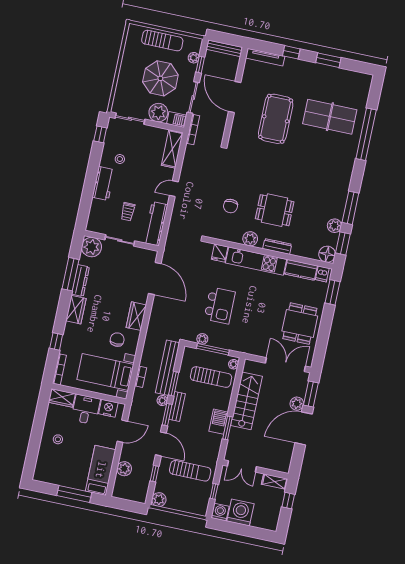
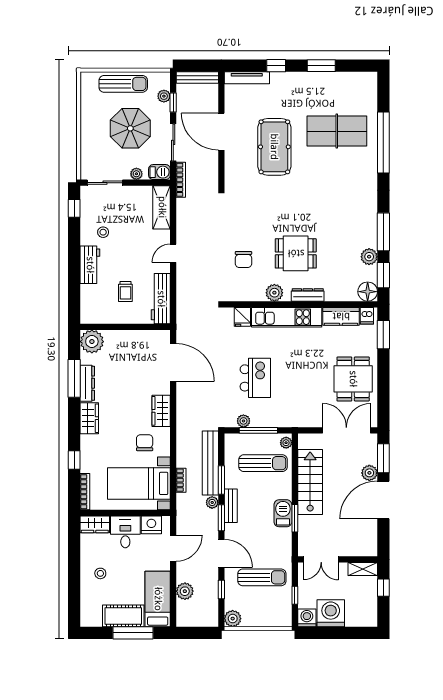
plant: (158, 113) -> (136, 174), width x0.53, depth x0.53
sliding door: (120, 240) -> (123, 327), removed
cot: (69, 478) -> (123, 616), added

